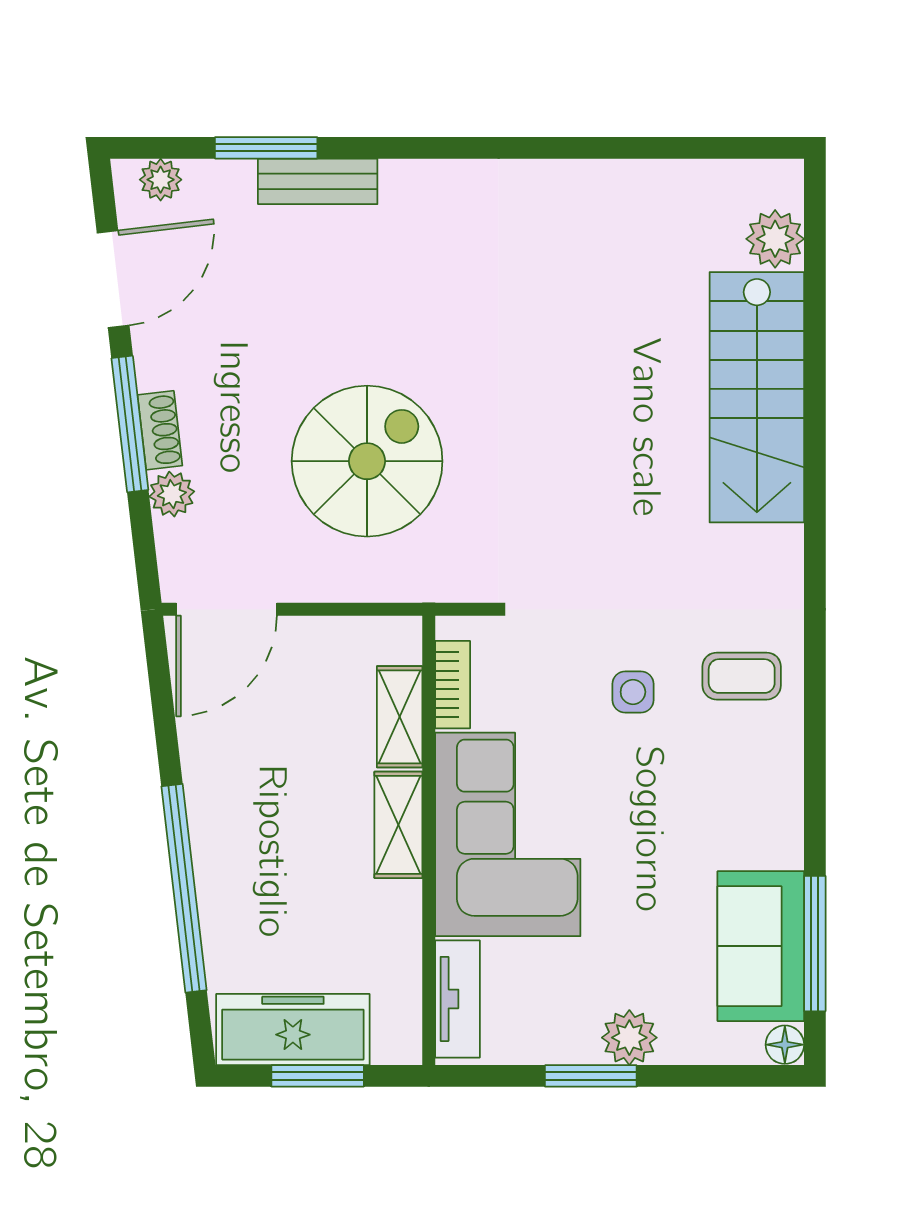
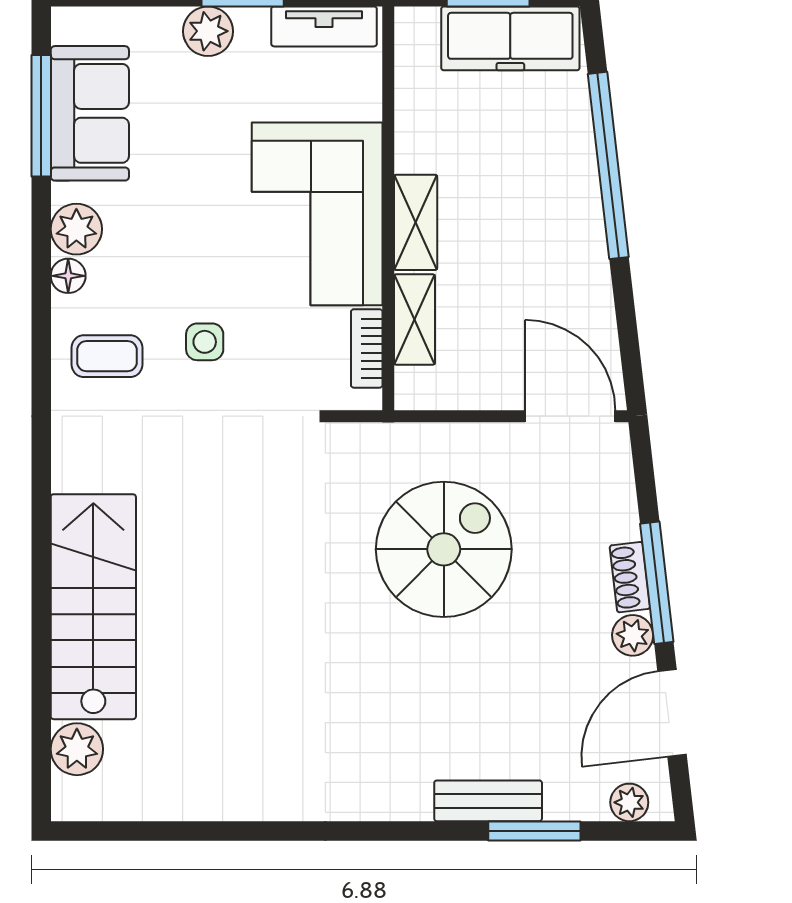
spiral stairs: (367, 461) -> (444, 549), turned 180
plant: (172, 494) -> (633, 635), moved
door: (226, 609) -> (570, 416), hinge flipped
plant: (776, 817) -> (76, 229), added
tv unit: (458, 999) -> (324, 26), moved, turned -90
floor lamp: (785, 1045) -> (68, 276), moved

